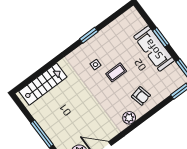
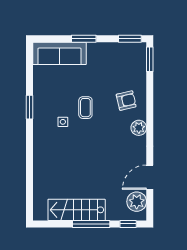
sofa: (154, 49) -> (59, 53), moved
stairs: (43, 84) -> (77, 210), moved, turned -90

